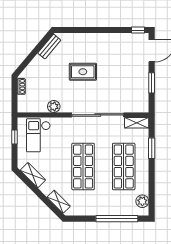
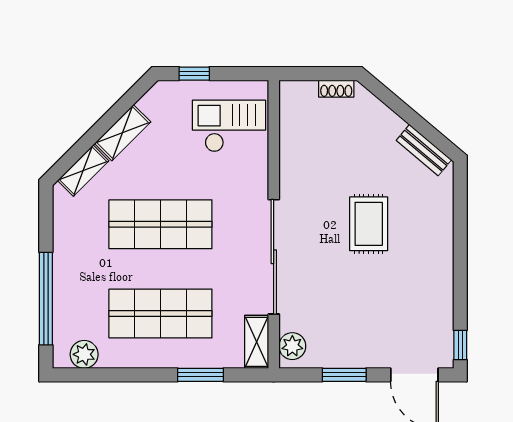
plant: (54, 106) -> (292, 346), moved
window: (15, 137) -> (194, 74), moved
shelving: (33, 175) -> (123, 133), moved

